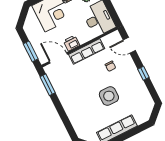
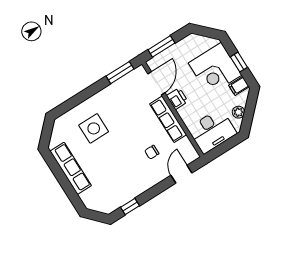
window: (143, 73) -> (130, 207), moved
side table: (109, 96) -> (94, 128), moved

